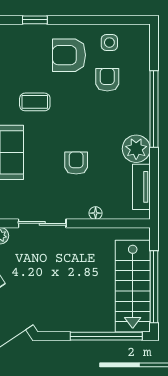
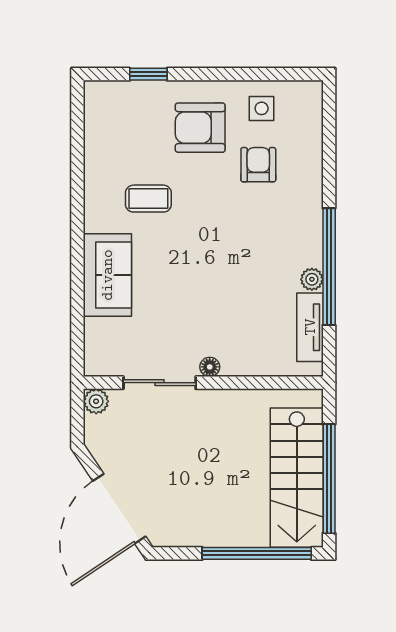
window: (154, 109) -> (329, 267), moved
plant: (136, 149) -> (312, 279), width x0.53, depth x0.53
armchair: (76, 163) -> (211, 291), removed
floor lamp: (96, 213) -> (210, 367), moved

